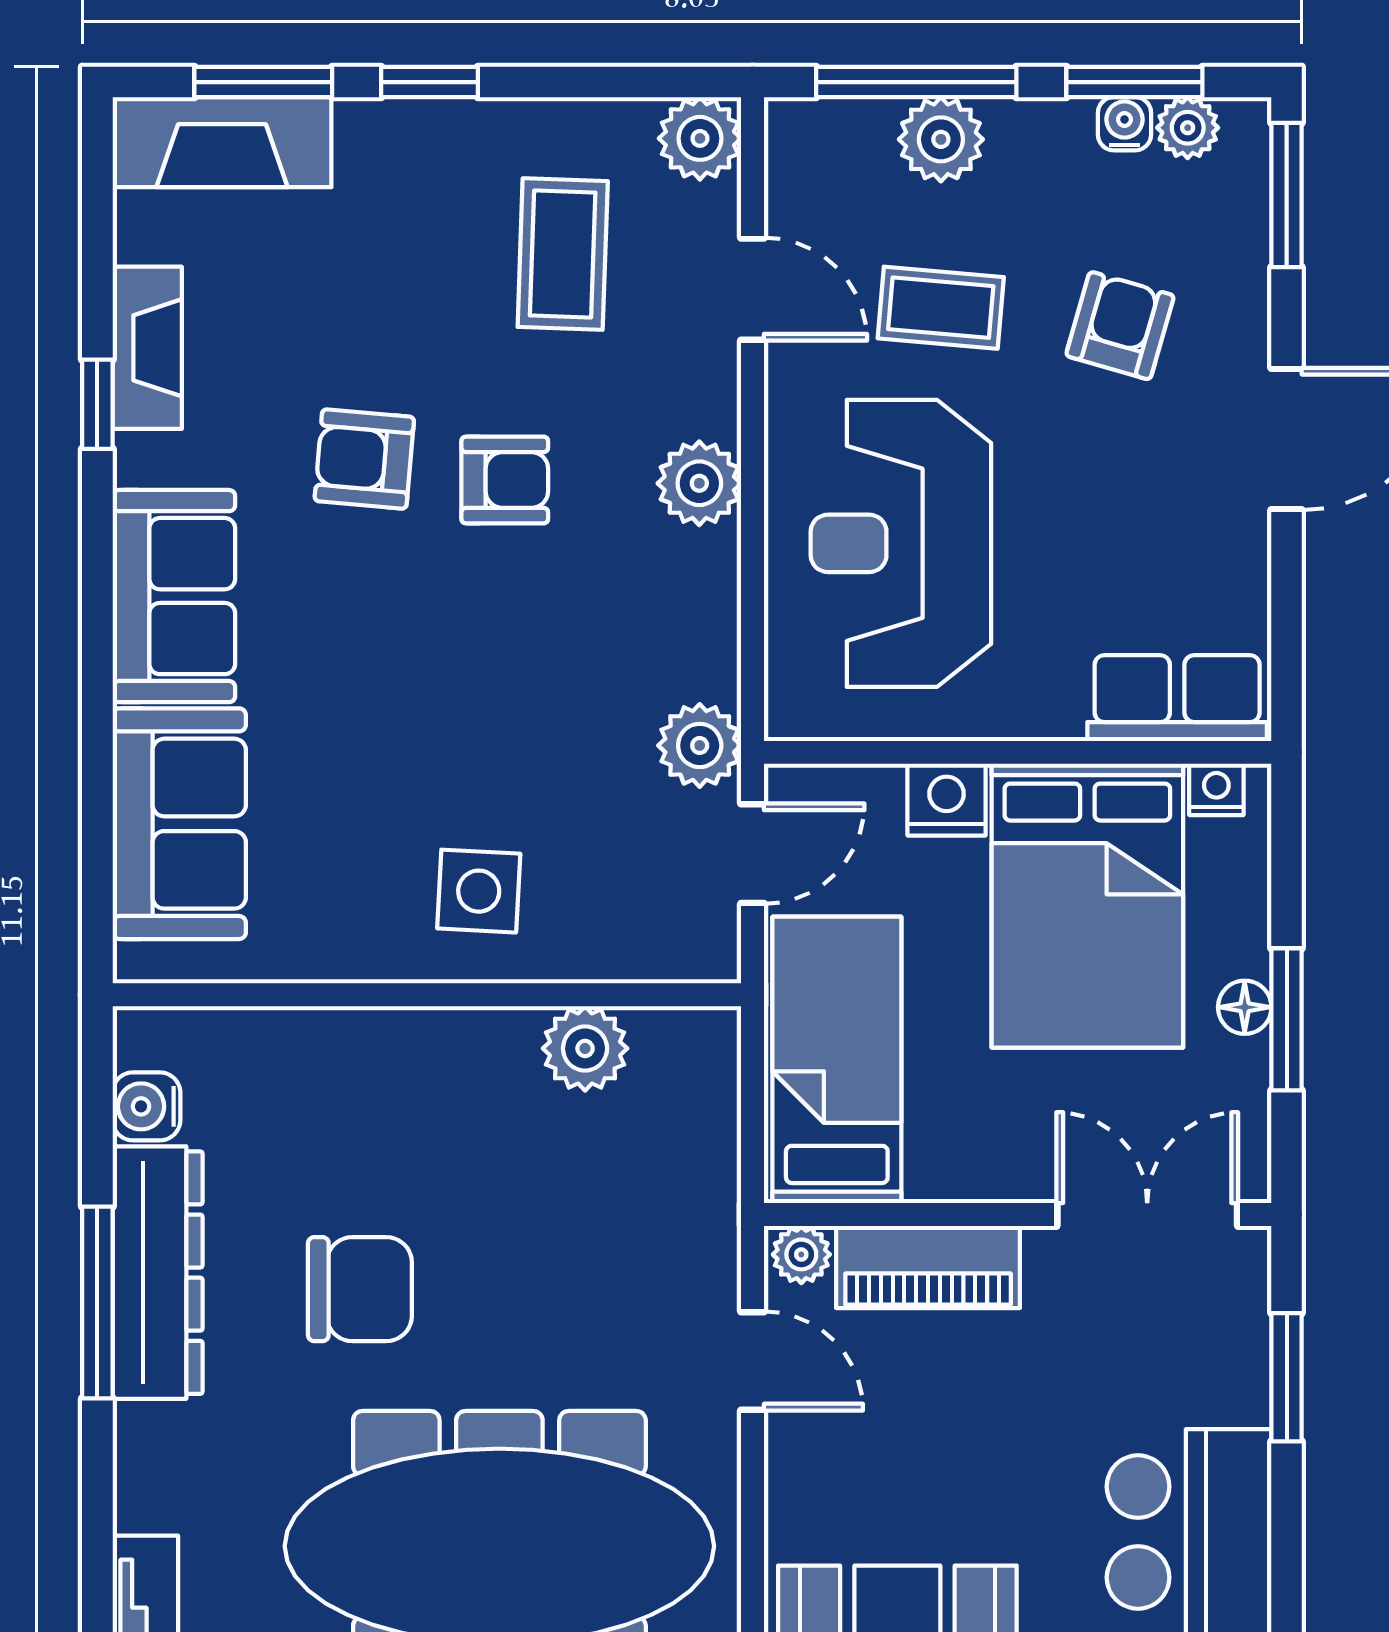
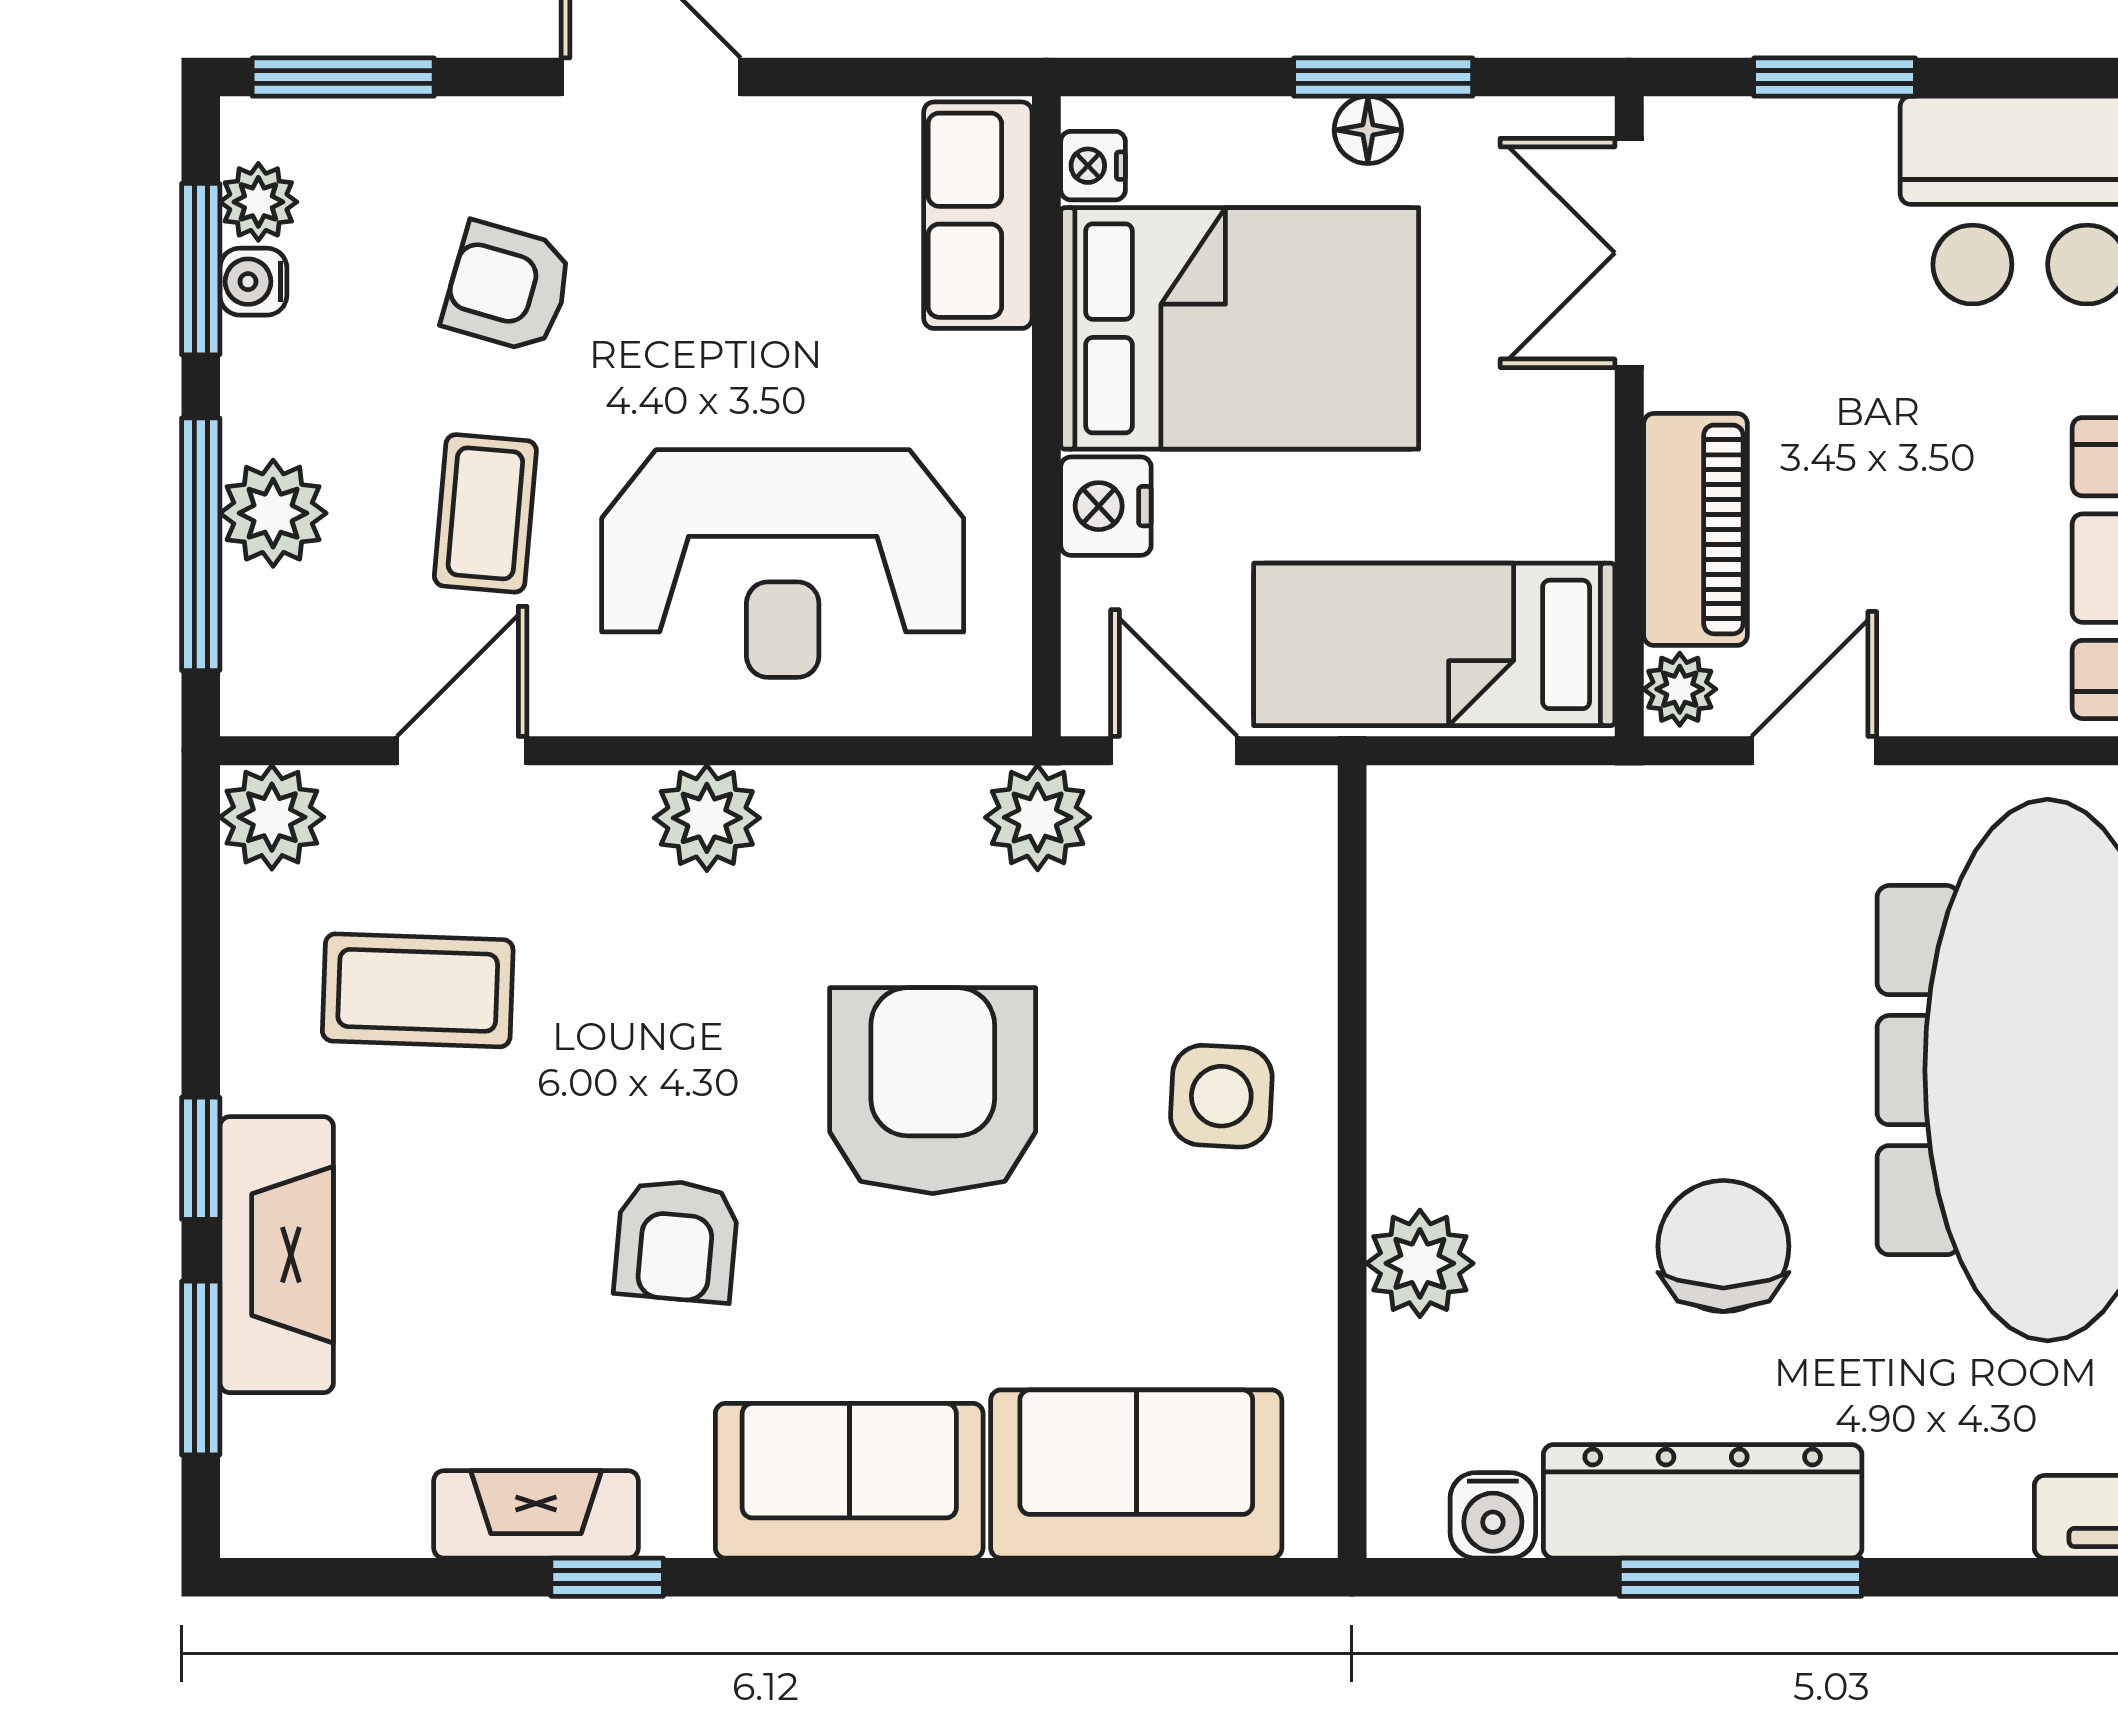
fireplace: (222, 142) -> (277, 1255), moved
armchair: (505, 480) -> (933, 1091), moved, width x1.88, depth x1.88
plant: (585, 1048) -> (1420, 1263), moved

